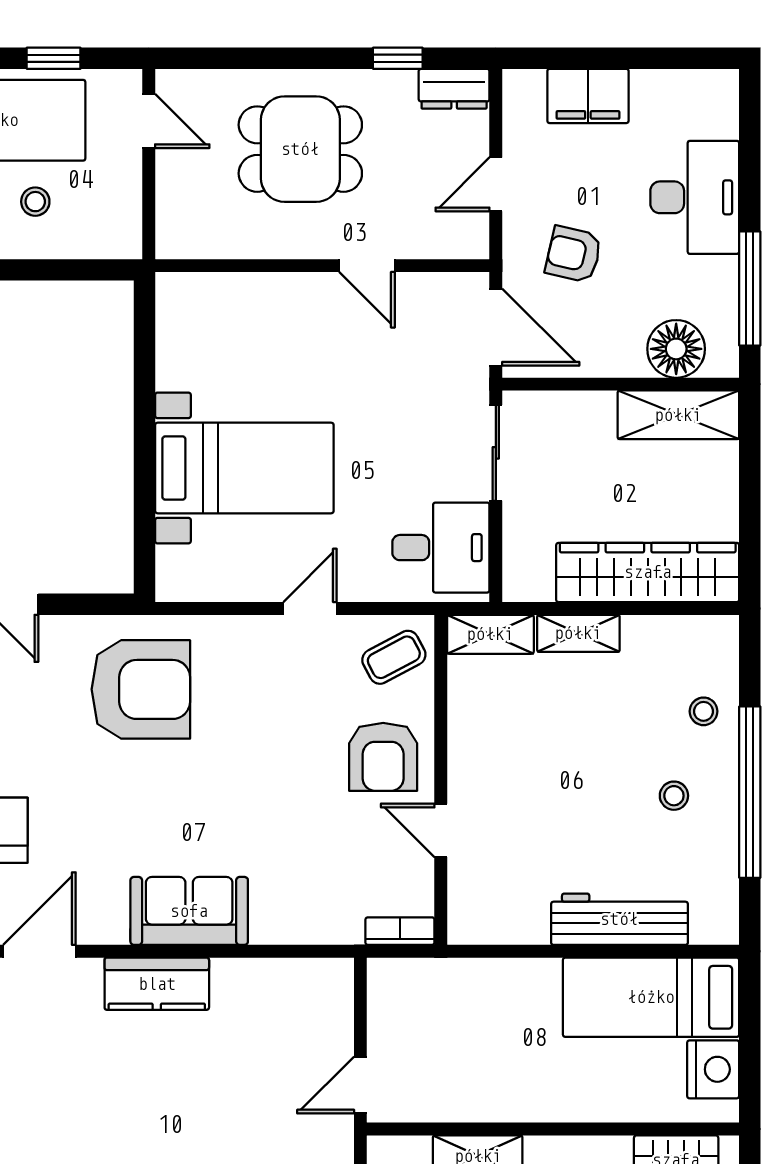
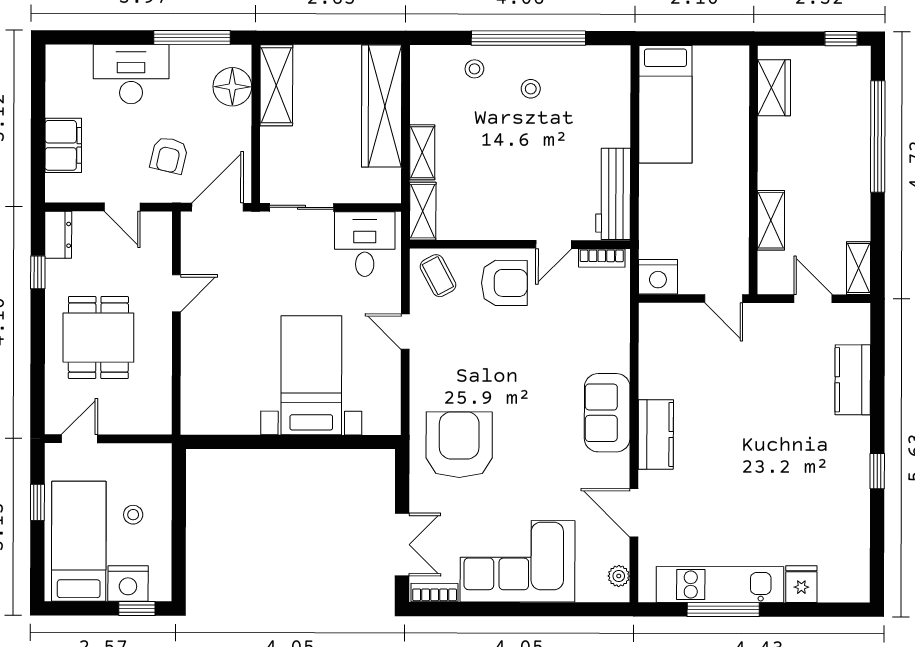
workbench: (619, 919) -> (613, 194), moved
bookcase: (400, 931) -> (602, 258), moved, turned -90
nightstand: (713, 1069) -> (658, 277), moved, turned 180

